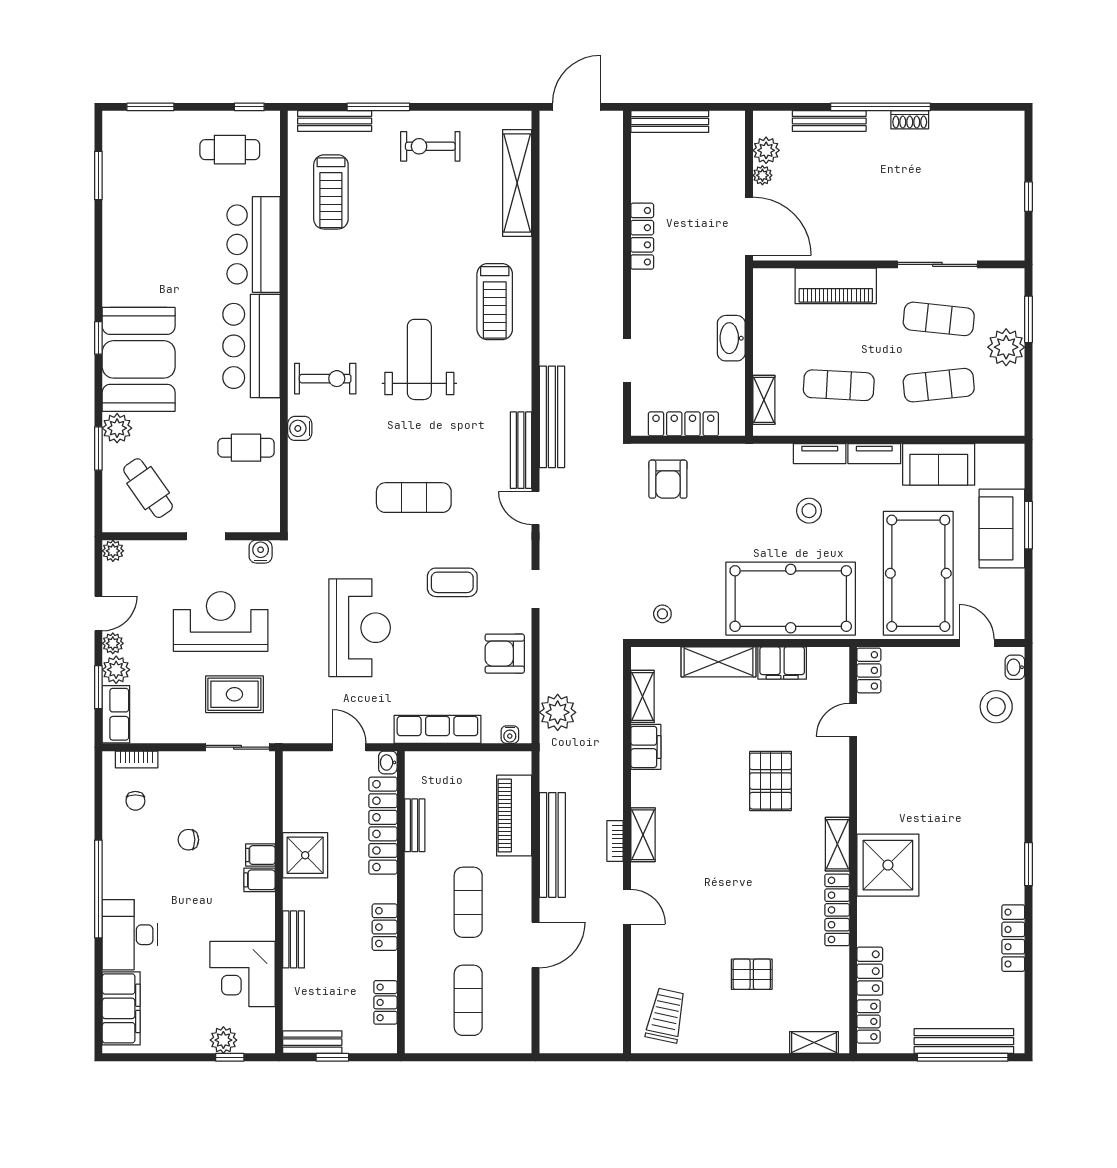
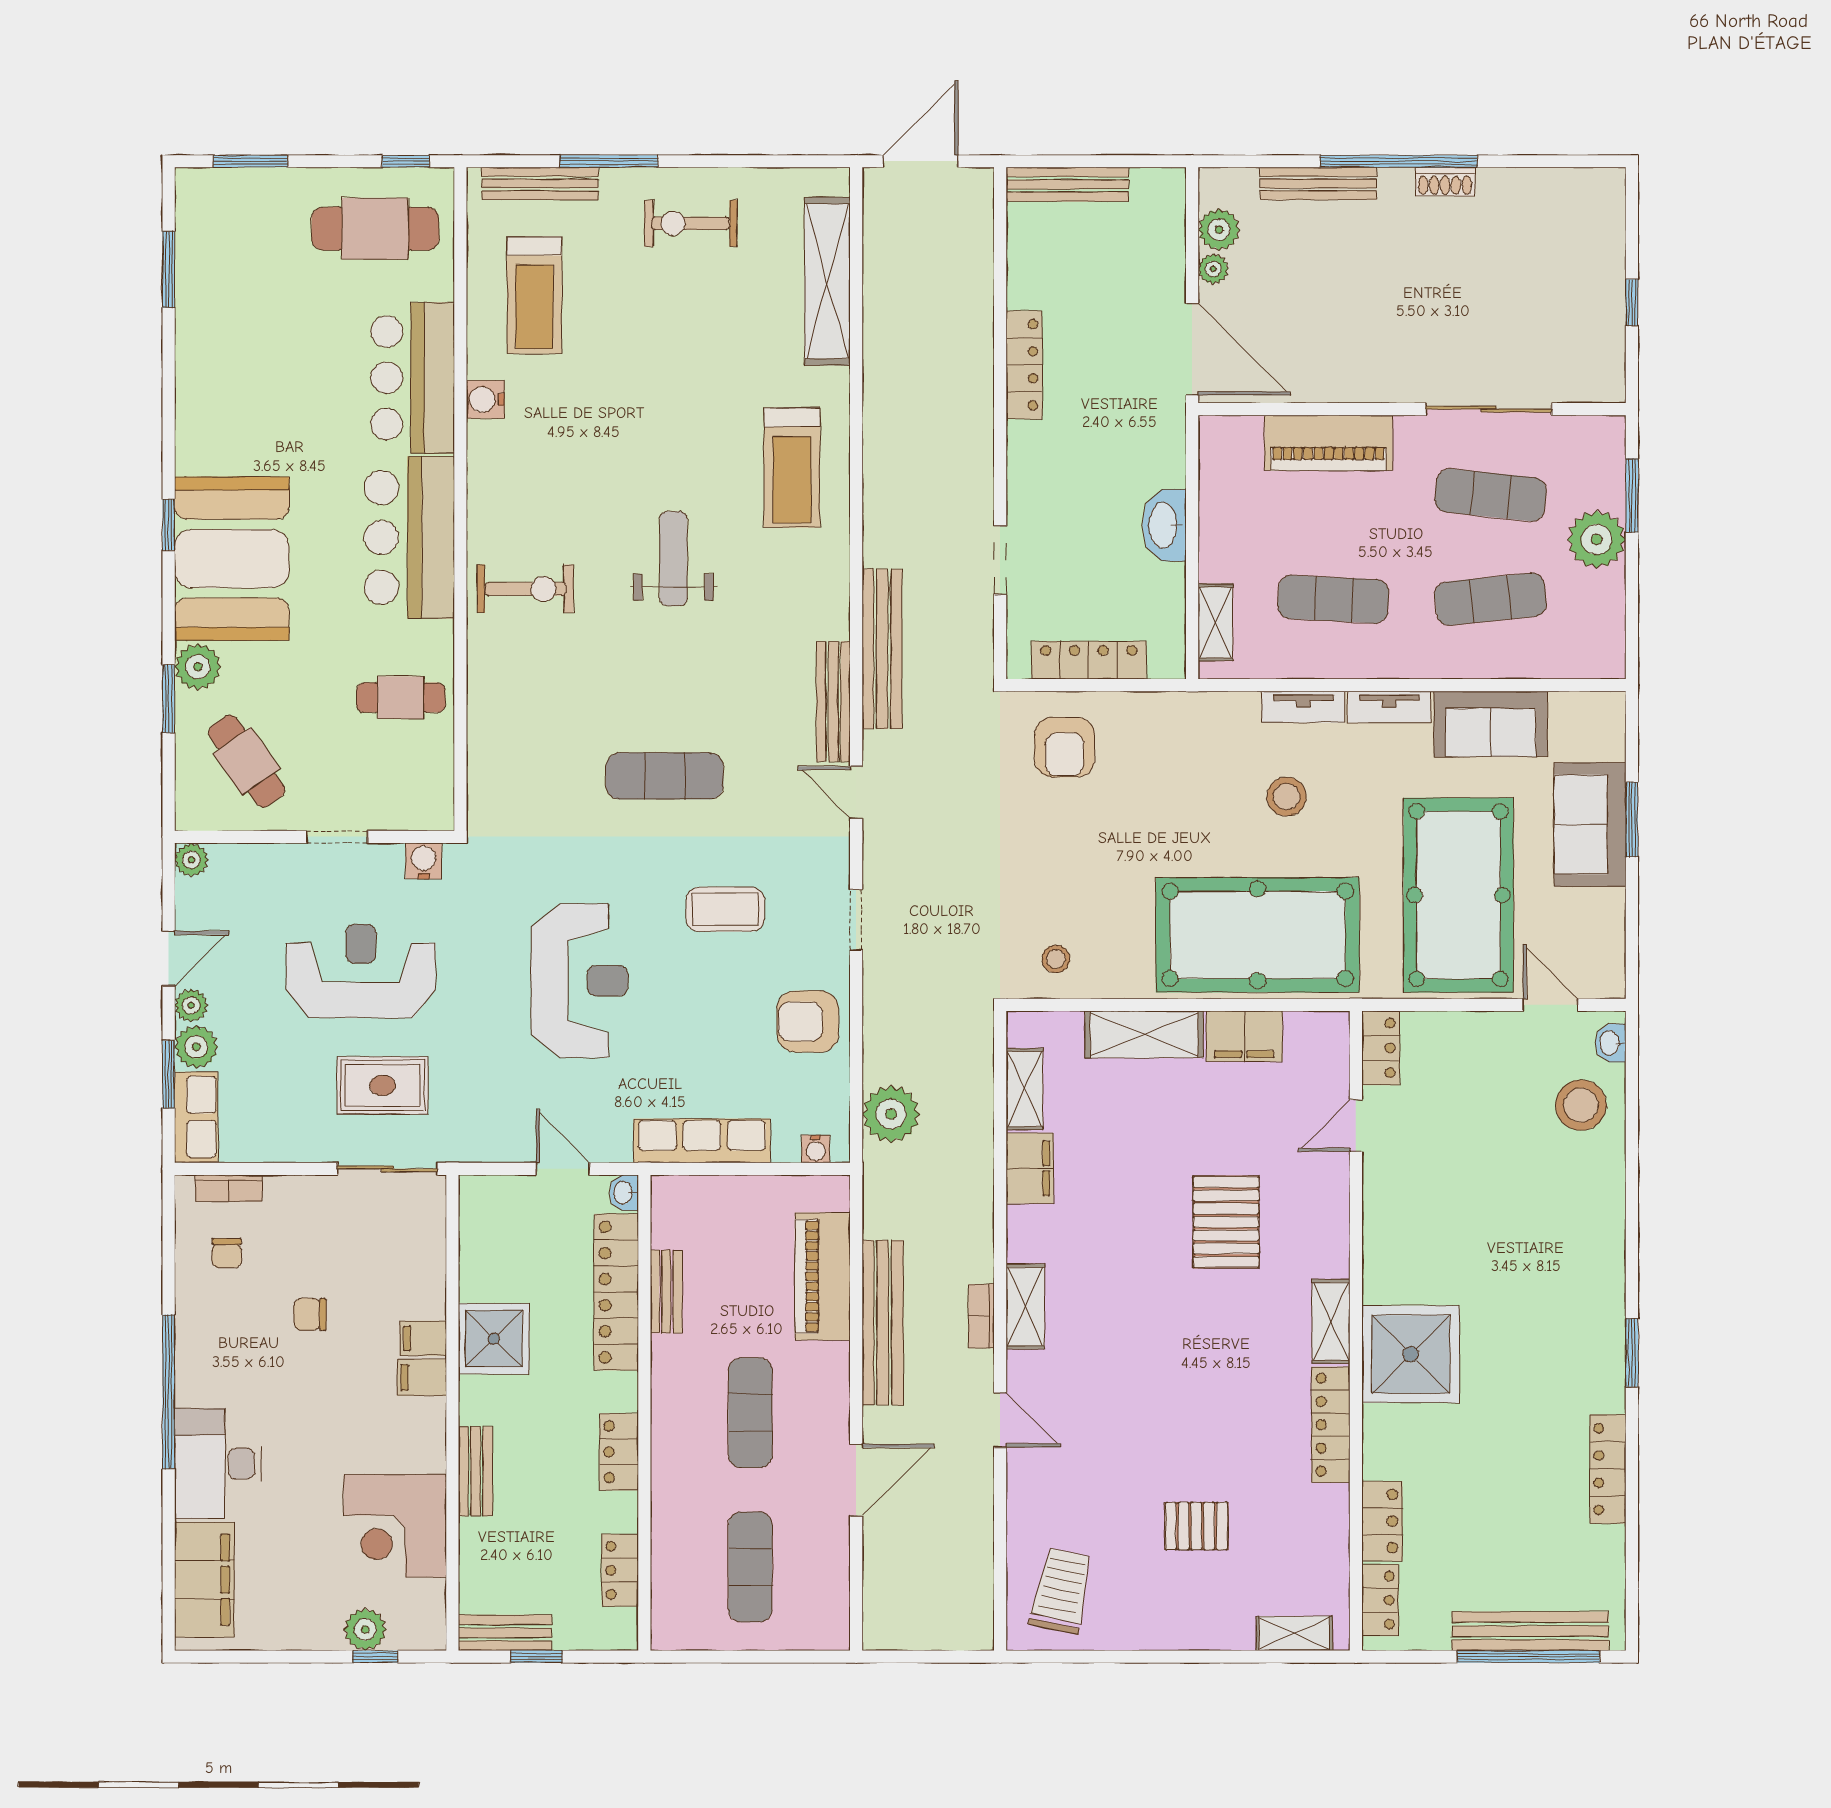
cafe table: (230, 150) -> (375, 229), width x1.37, depth x1.35
weight bench: (419, 359) -> (673, 559), width x0.73, depth x0.75
water cooler: (300, 428) -> (485, 400), moved

